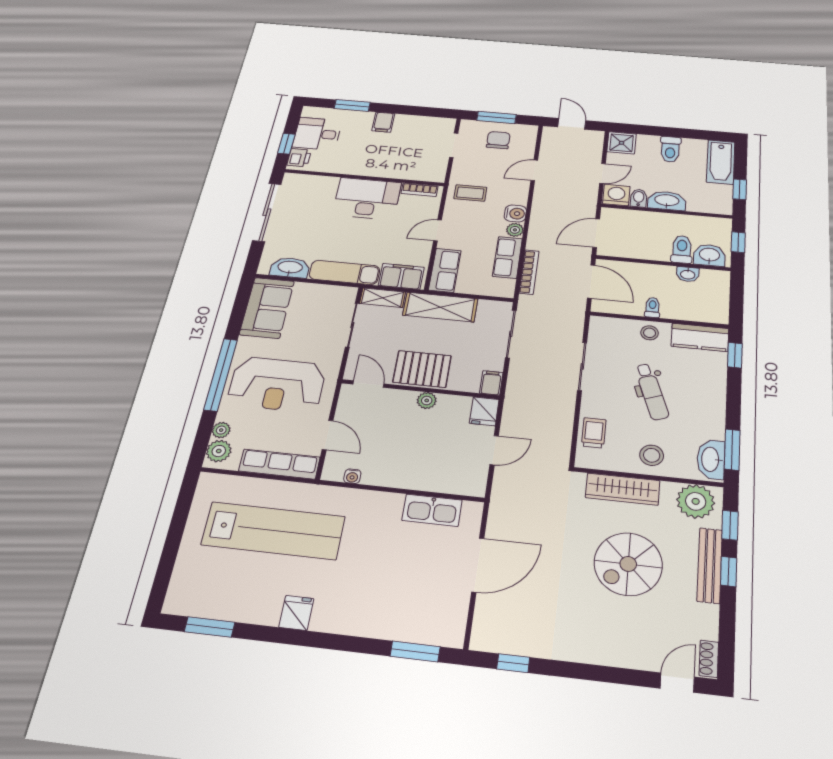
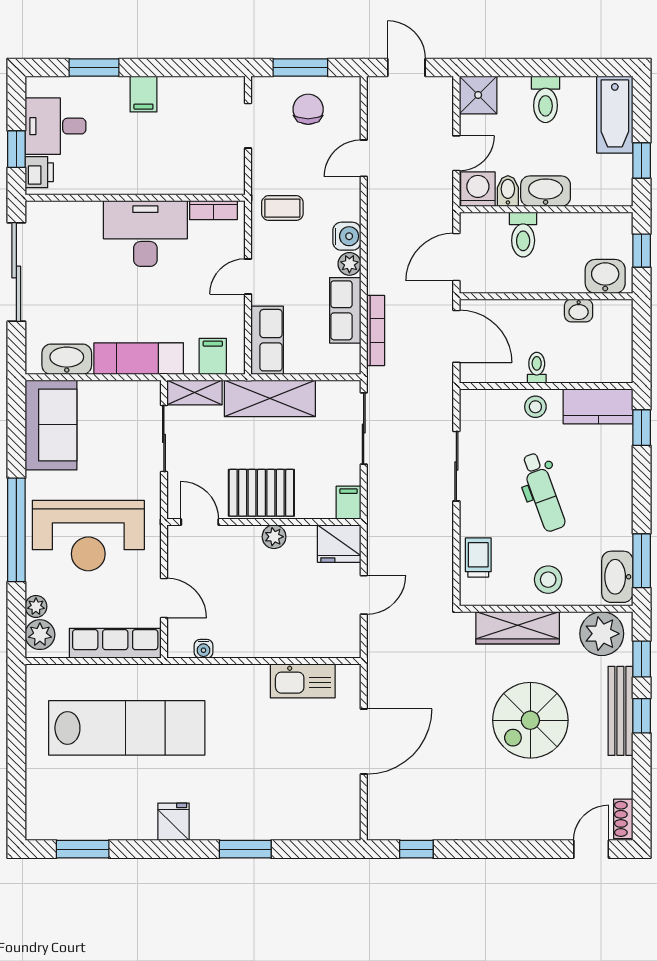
toilet: (682, 249) -> (523, 235), moved, turned 180
filing cabinet: (401, 276) -> (213, 356), width x0.50
fridge: (484, 411) -> (339, 544), width x1.38
window: (415, 651) -> (245, 849), moved

